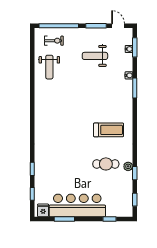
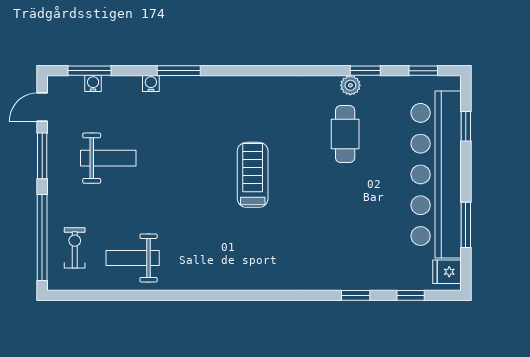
weight bench: (95, 56) -> (108, 158), turned -90
weight bench: (49, 67) -> (133, 258), turned 180
treadmill: (109, 130) -> (253, 175), moved
bar counter: (77, 205) -> (436, 174), width x1.36

